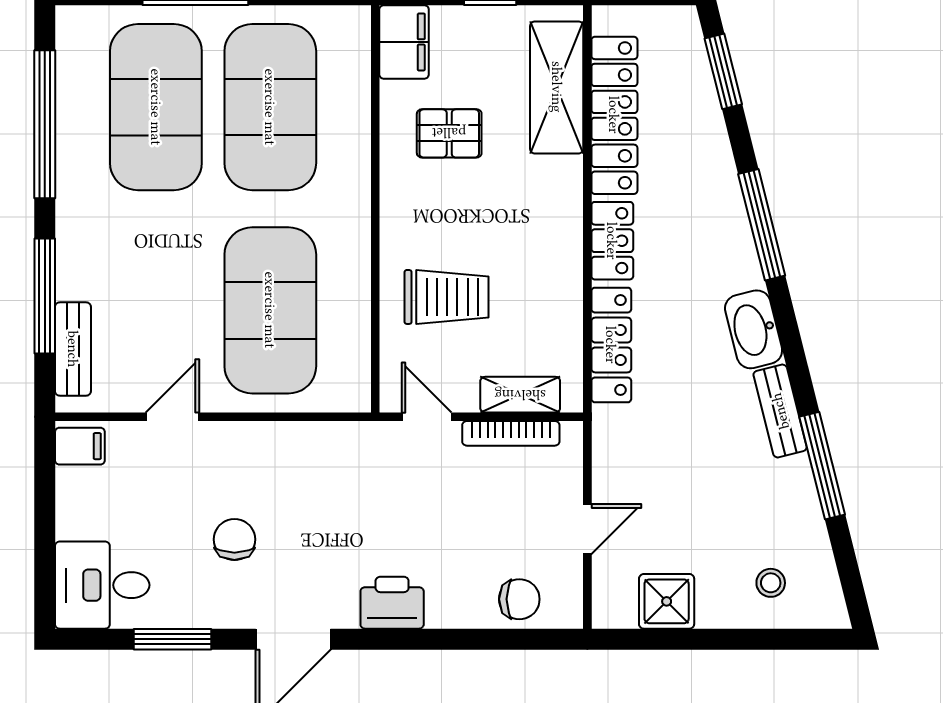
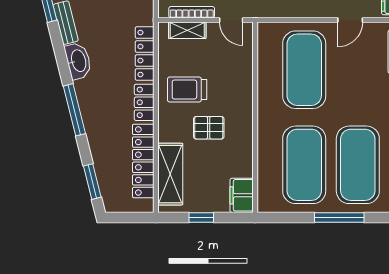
pallet: (449, 133) -> (209, 128), moved
trolley: (446, 297) -> (187, 89), moved

